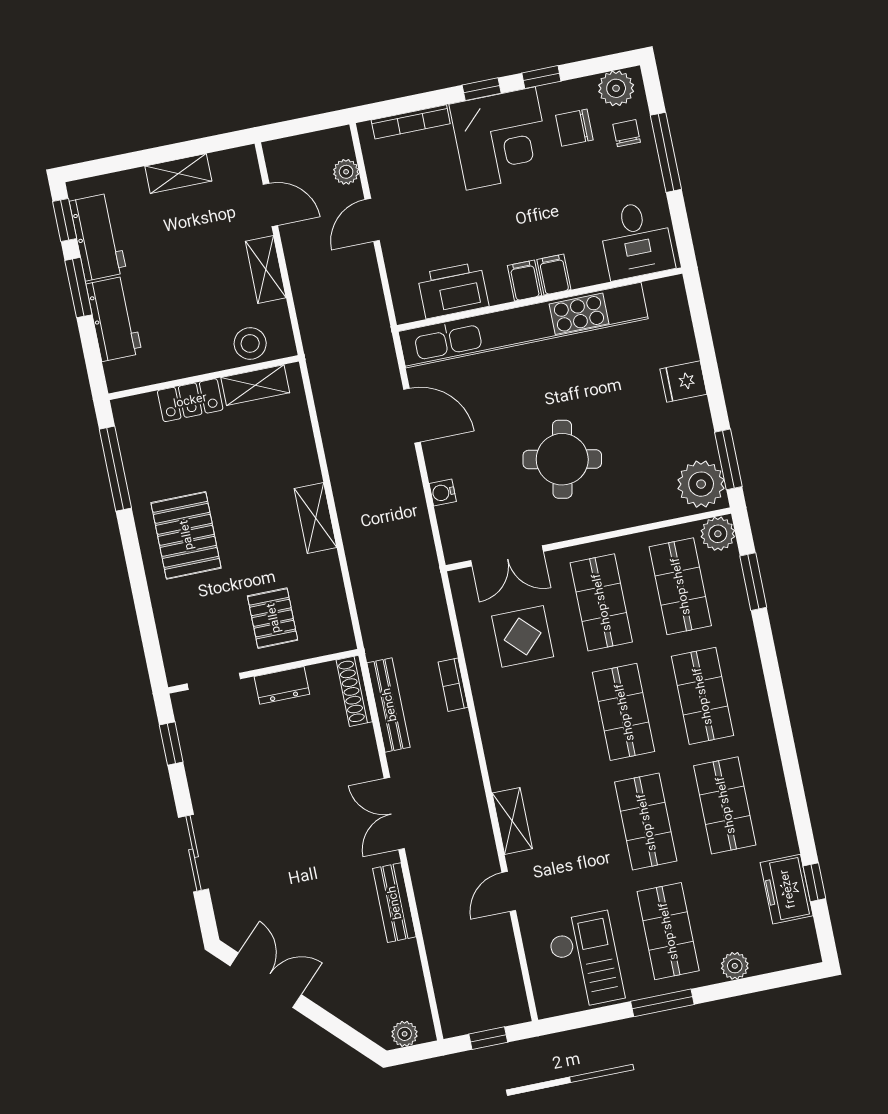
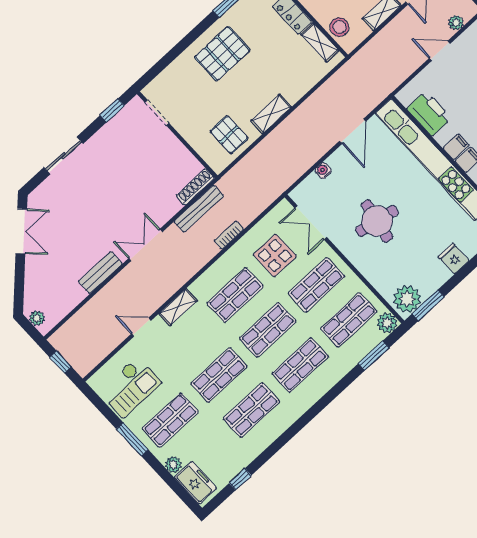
pallet: (273, 618) -> (229, 135), moved, turned 90
dresser: (282, 685) -> (176, 148), removed
shop shelf: (545, 728) -> (235, 295), added
freezer: (787, 889) -> (195, 483), moved, turned 90

